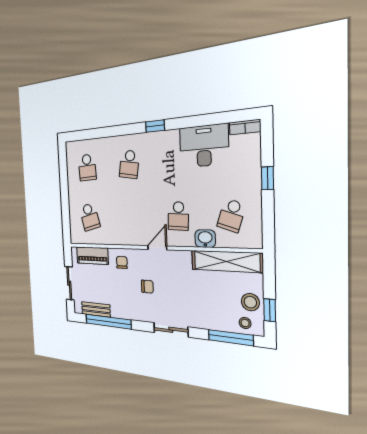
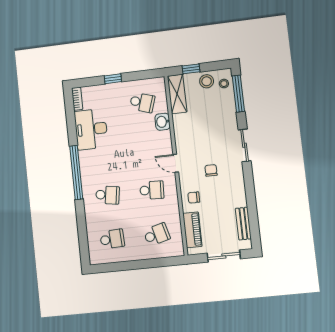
window: (155, 126) -> (76, 172), width x3.17
school desk: (178, 216) -> (152, 190), moved
shelving: (226, 261) -> (177, 94), width x0.68
window: (270, 310) -> (191, 69), moved
window: (108, 322) -> (252, 209), removed

